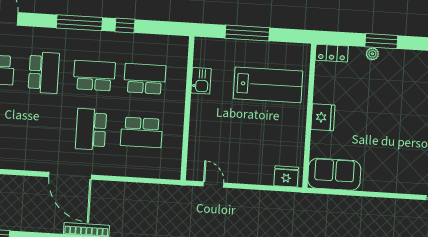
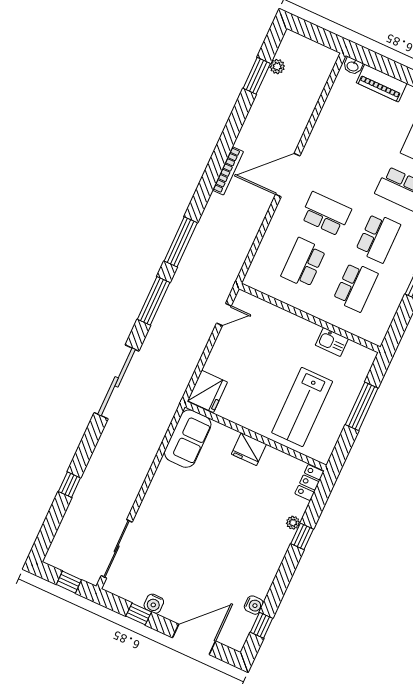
window: (381, 41) -> (302, 536), width x0.67
fridge: (286, 176) -> (207, 391), width x1.36, depth x1.34

